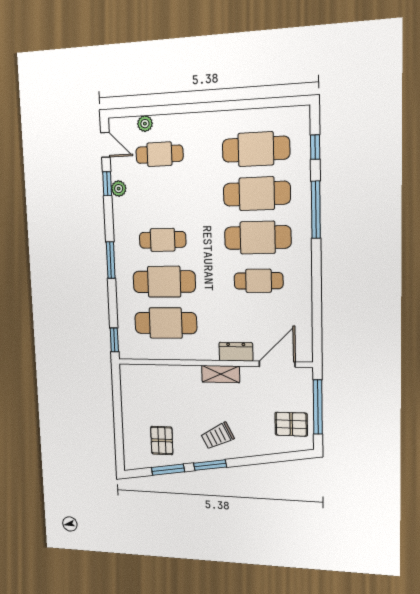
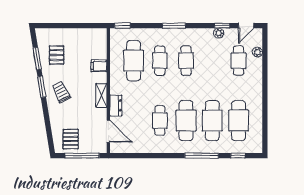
cafe table: (164, 282) -> (160, 61), width x0.73, depth x0.74
filing cabinet: (176, 377) -> (99, 66), added
pallet: (162, 440) -> (57, 55), turned 90

